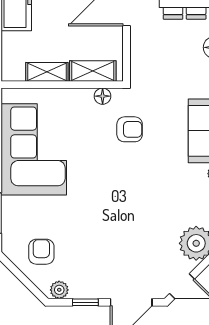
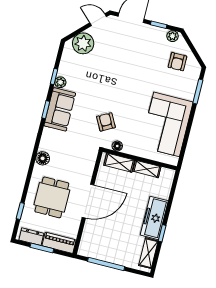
armchair: (130, 129) -> (106, 122), turned 62

